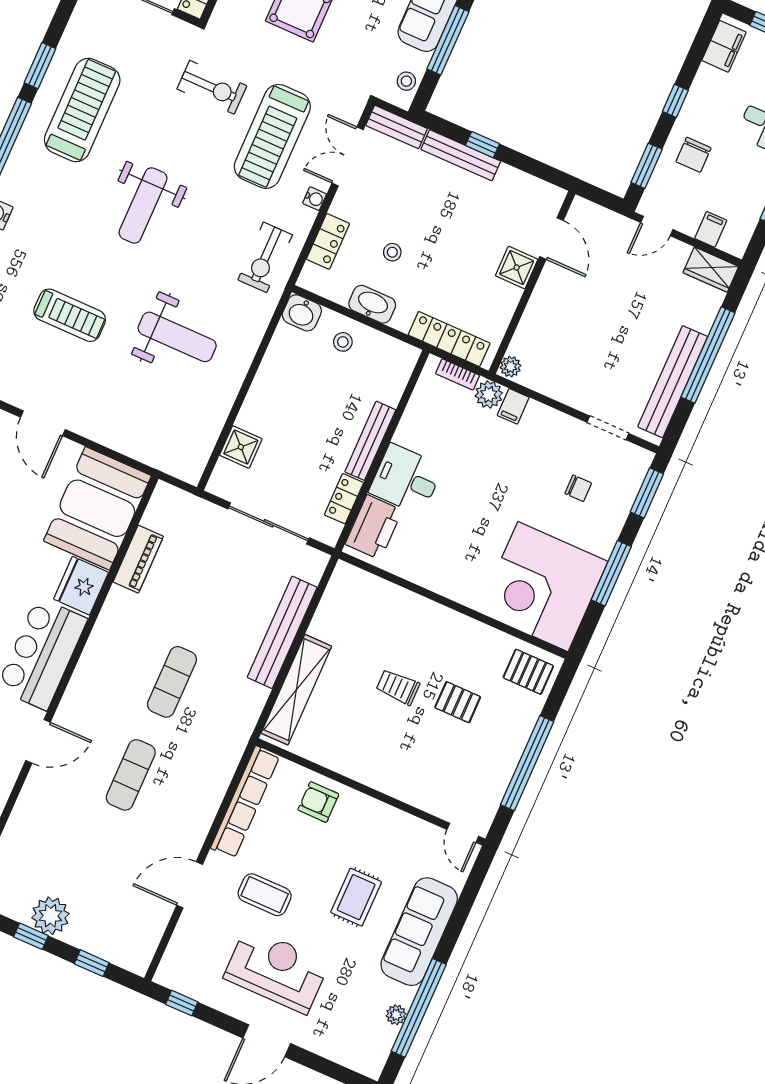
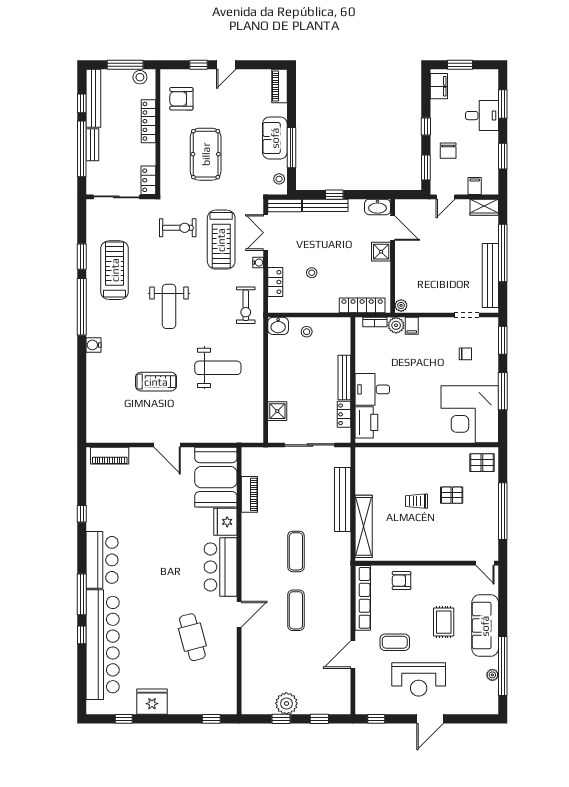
washbasin: (372, 304) -> (378, 207), moved, turned 180
reception desk: (276, 970) -> (419, 679), turned 180

